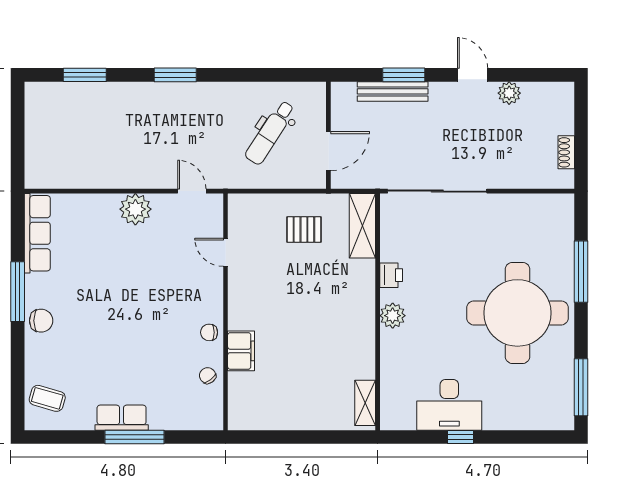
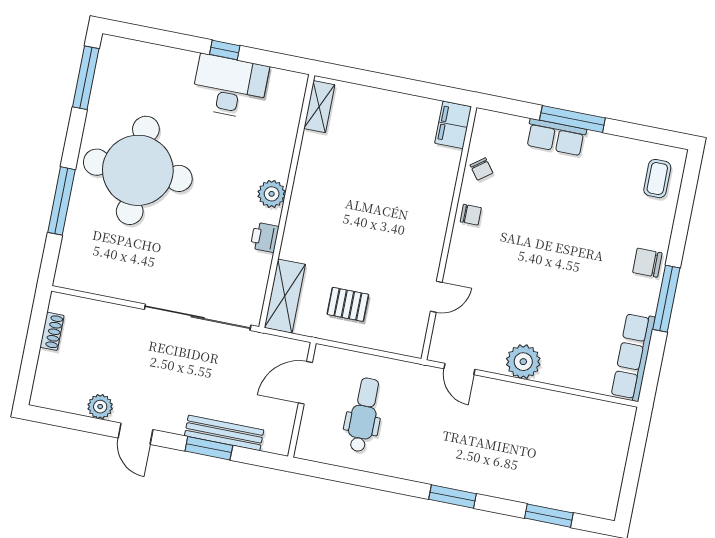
dental chair: (270, 133) -> (364, 415), turned -33
door: (226, 252) -> (436, 297), hinge flipped
filing cabinet: (241, 351) -> (453, 125), moved
coffee table: (47, 398) -> (657, 179), turned 74
row of seats: (122, 418) -> (556, 137), moved

